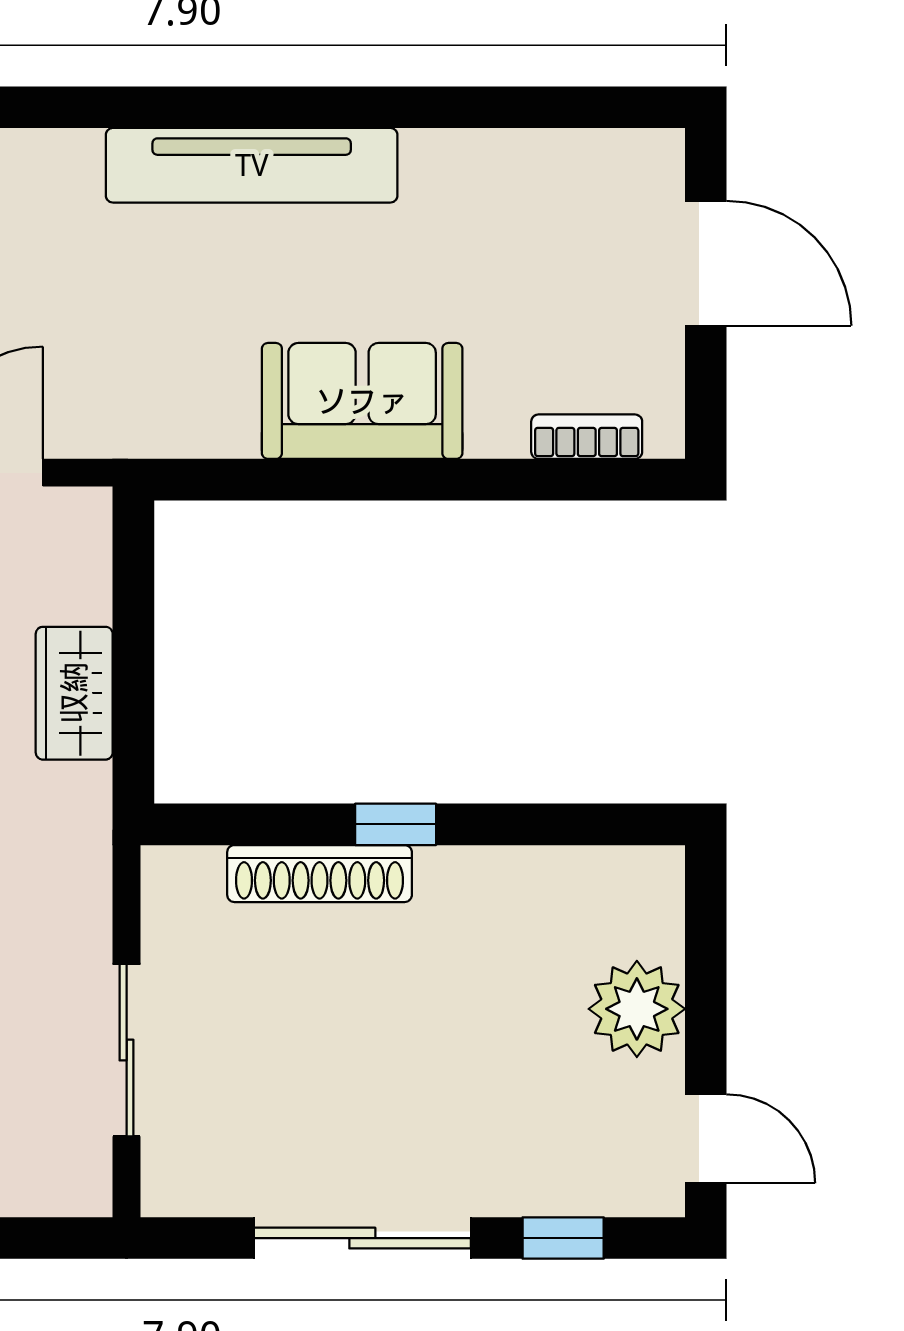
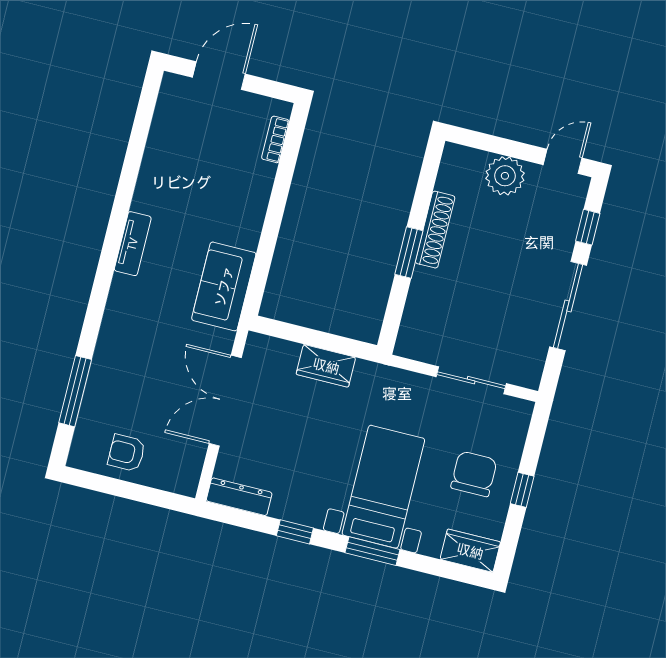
tv unit: (252, 165) -> (133, 244), width x0.52, depth x0.78
sofa: (362, 401) -> (224, 286), moved
window: (396, 824) -> (409, 252), width x1.50
shoe rack: (320, 874) -> (435, 230), moved

